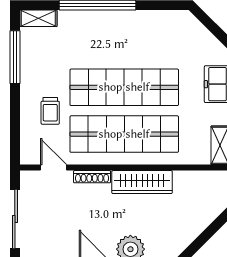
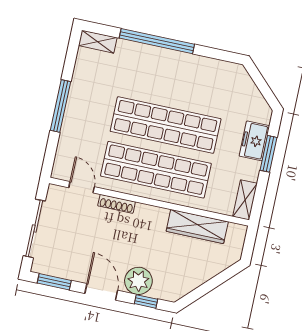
window: (15, 57) -> (61, 106), moved
trolley: (50, 111) -> (90, 132), removed
wardrobe: (142, 182) -> (197, 226), moved

